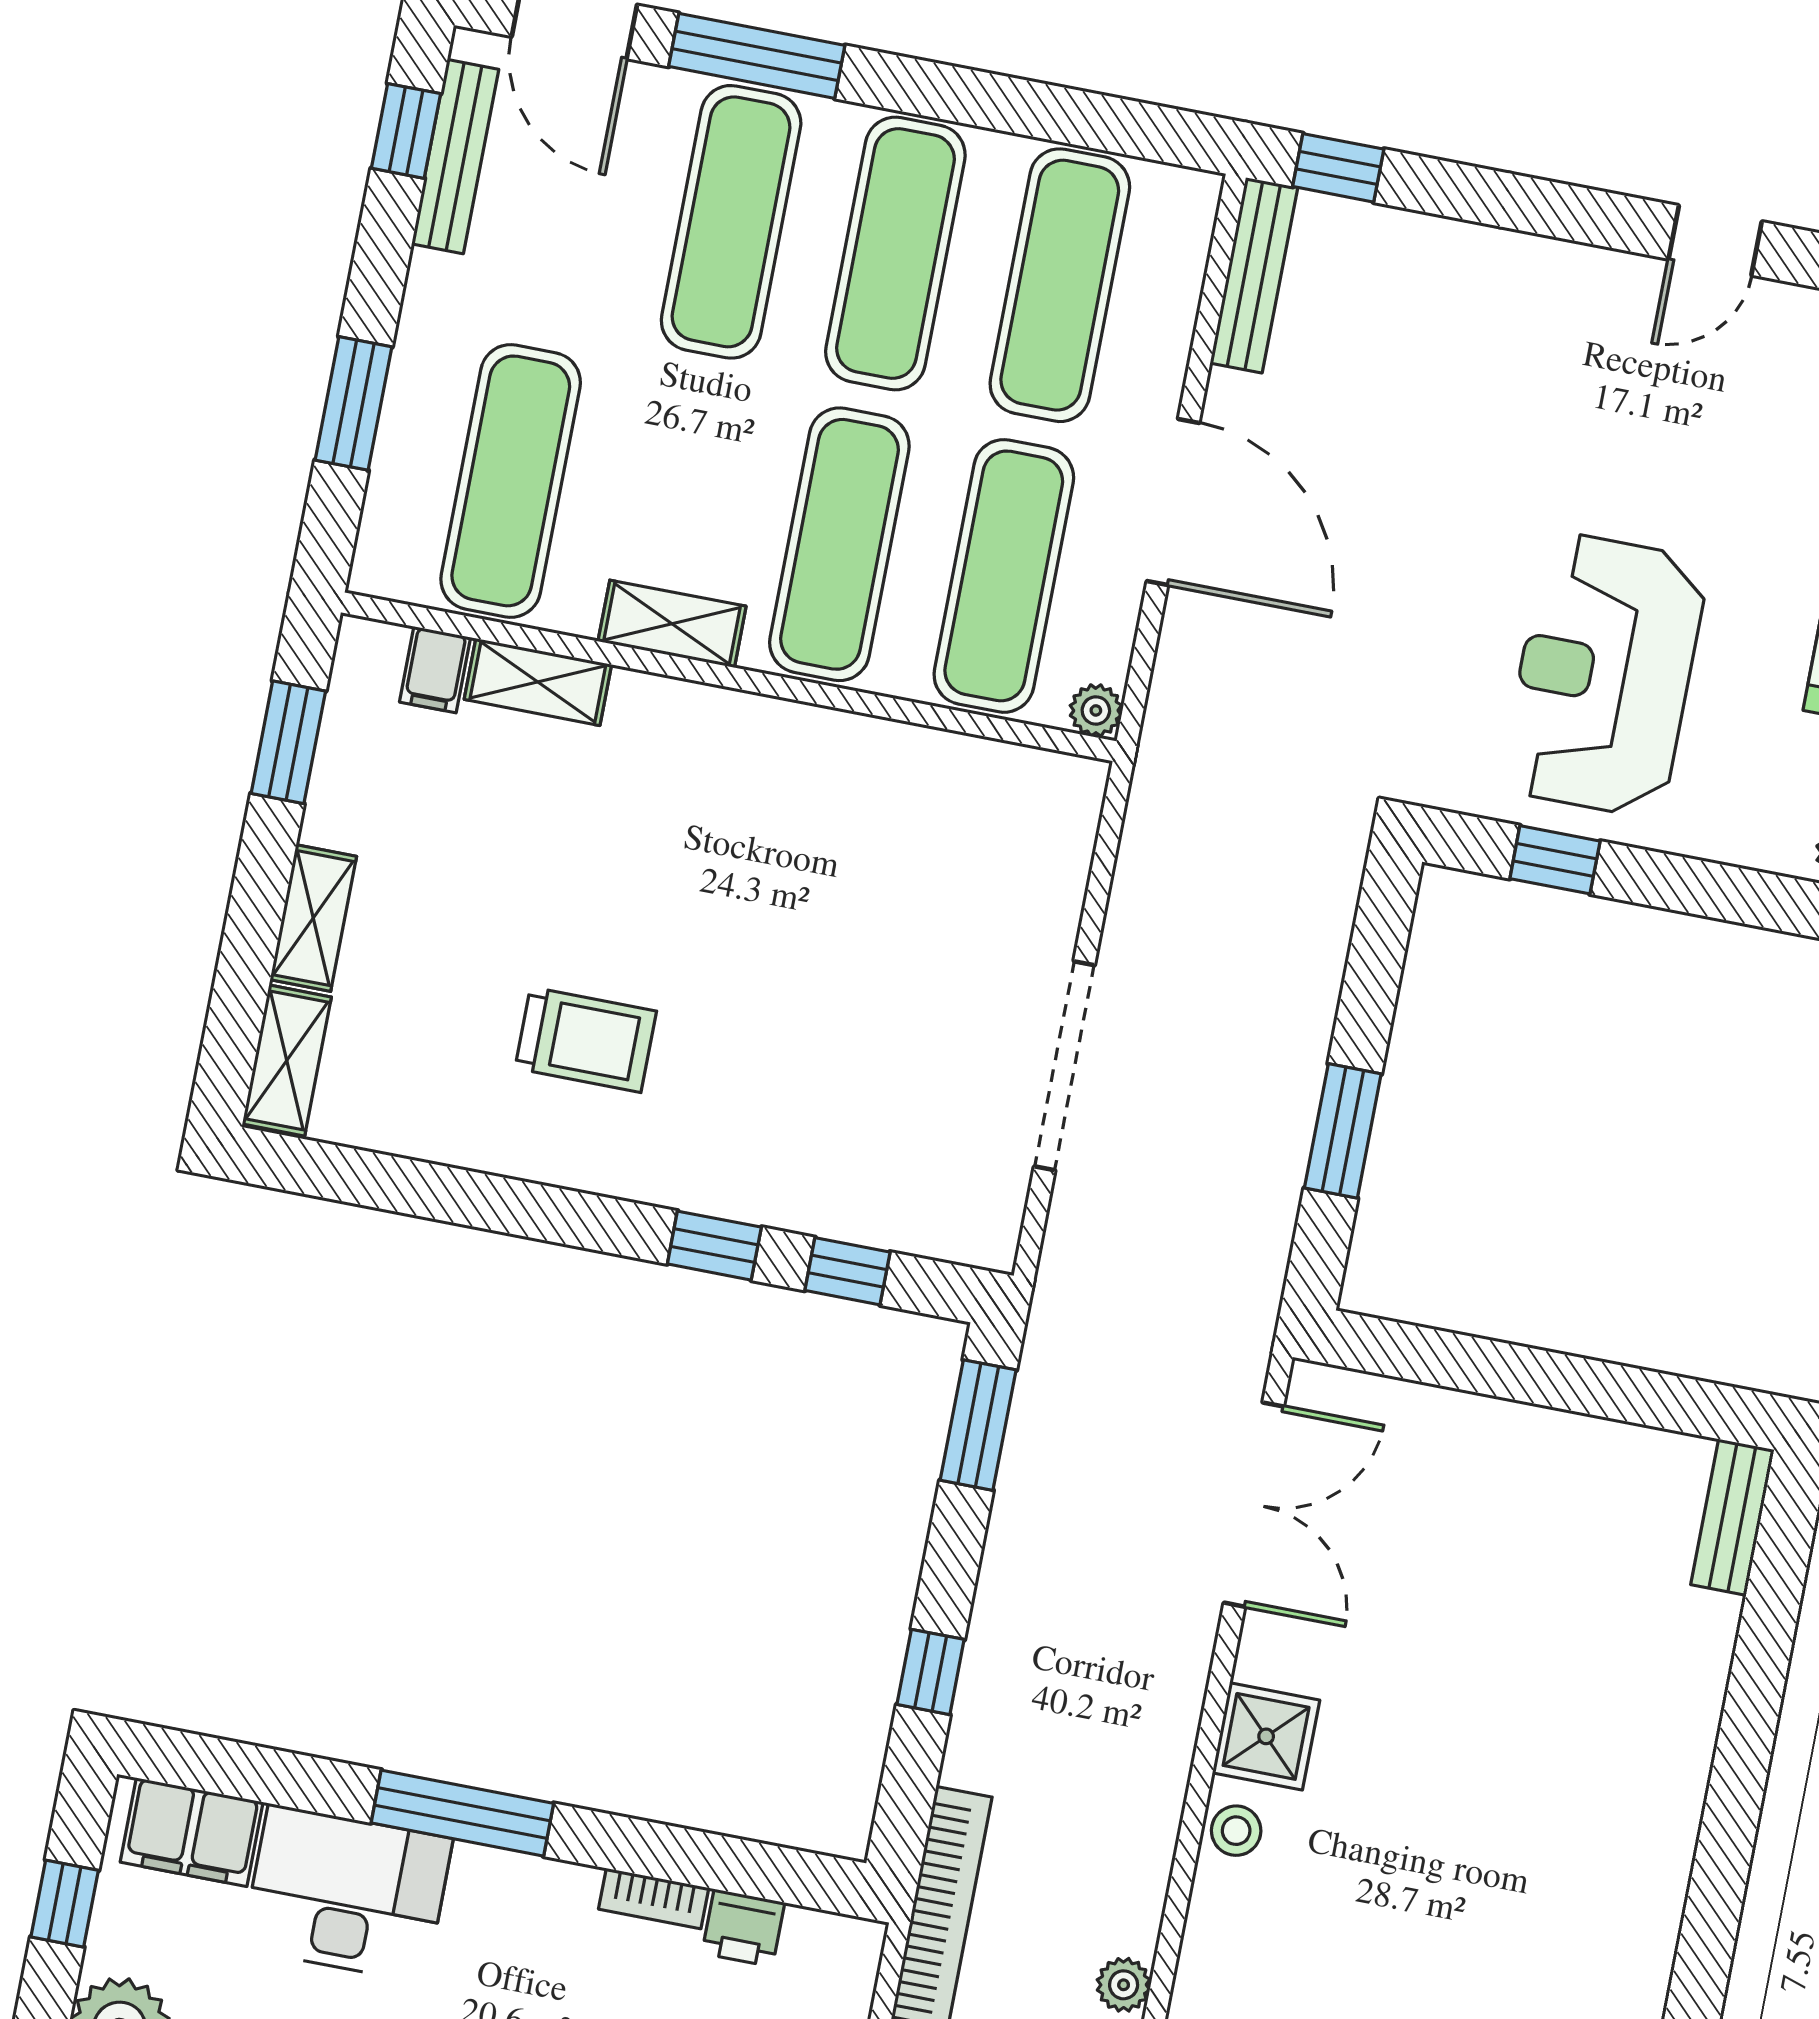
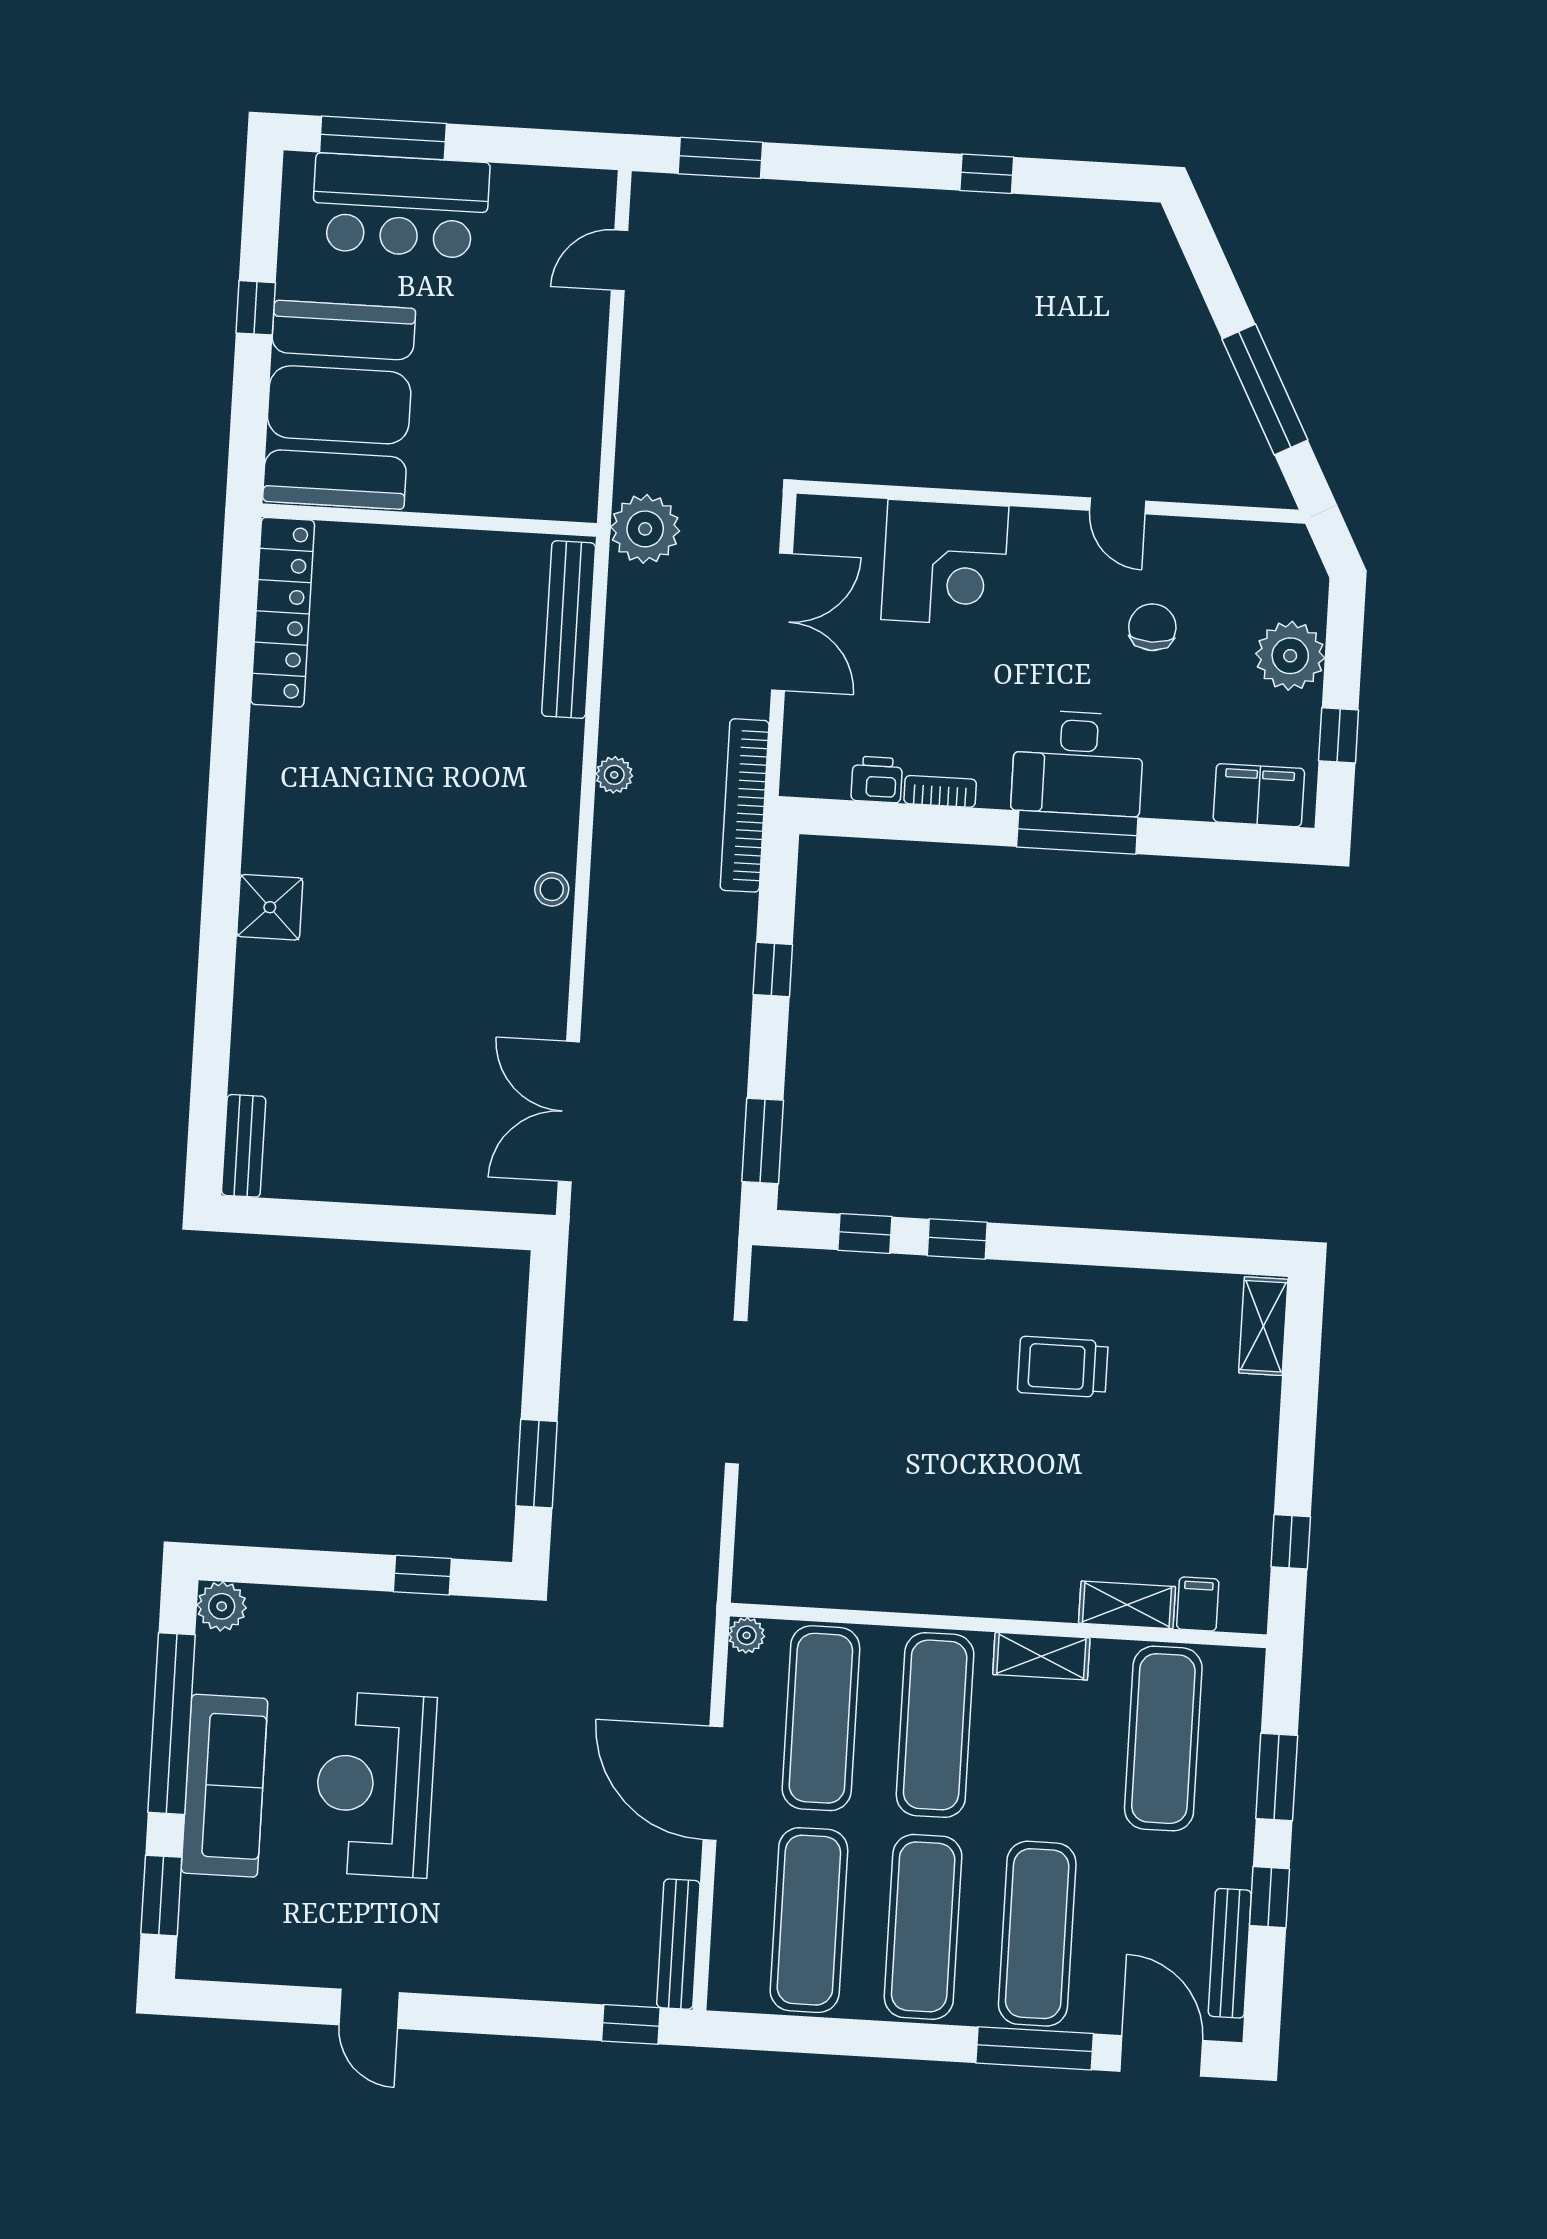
window: (406, 131) -> (1270, 1897), moved
door: (1715, 240) -> (369, 2009), swing flipped
reception desk: (1604, 675) -> (375, 1785), moved, turned 180
window: (288, 742) -> (1291, 1542), width x0.67
shelving: (313, 918) -> (1258, 1425), removed
window: (1343, 1131) -> (536, 1464), moved
shower: (1266, 1736) -> (270, 907), moved
desk: (347, 1894) -> (1078, 763), moved

